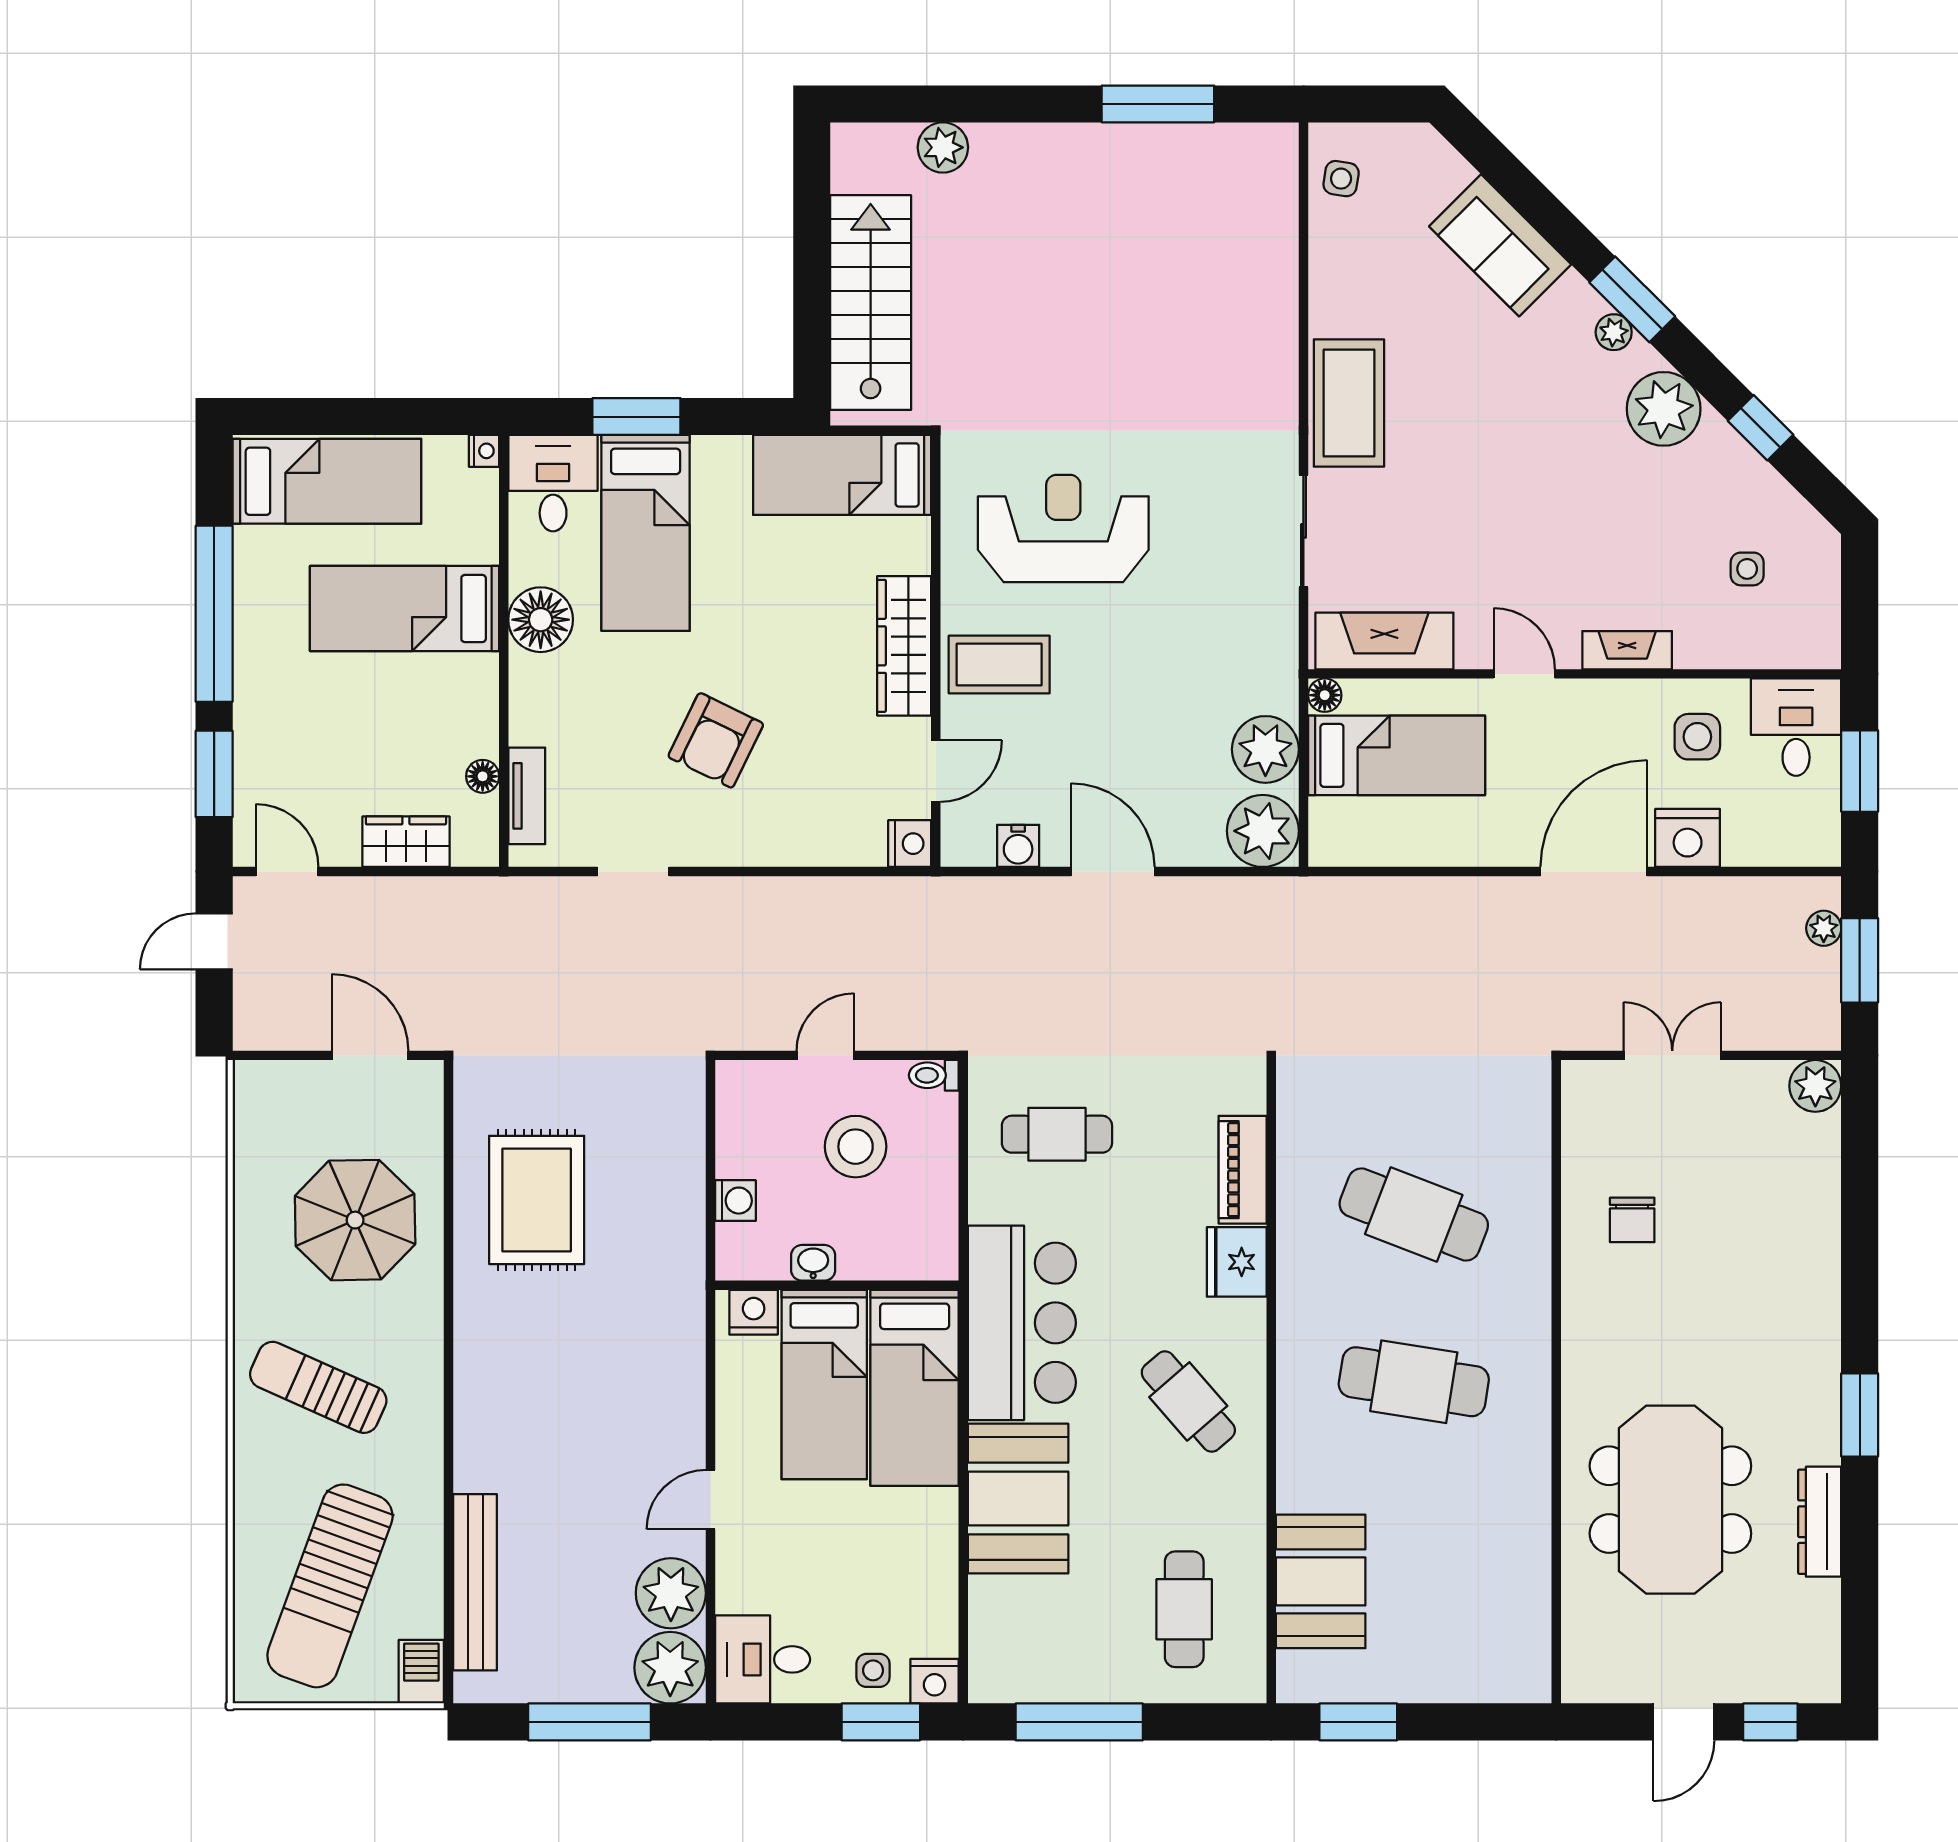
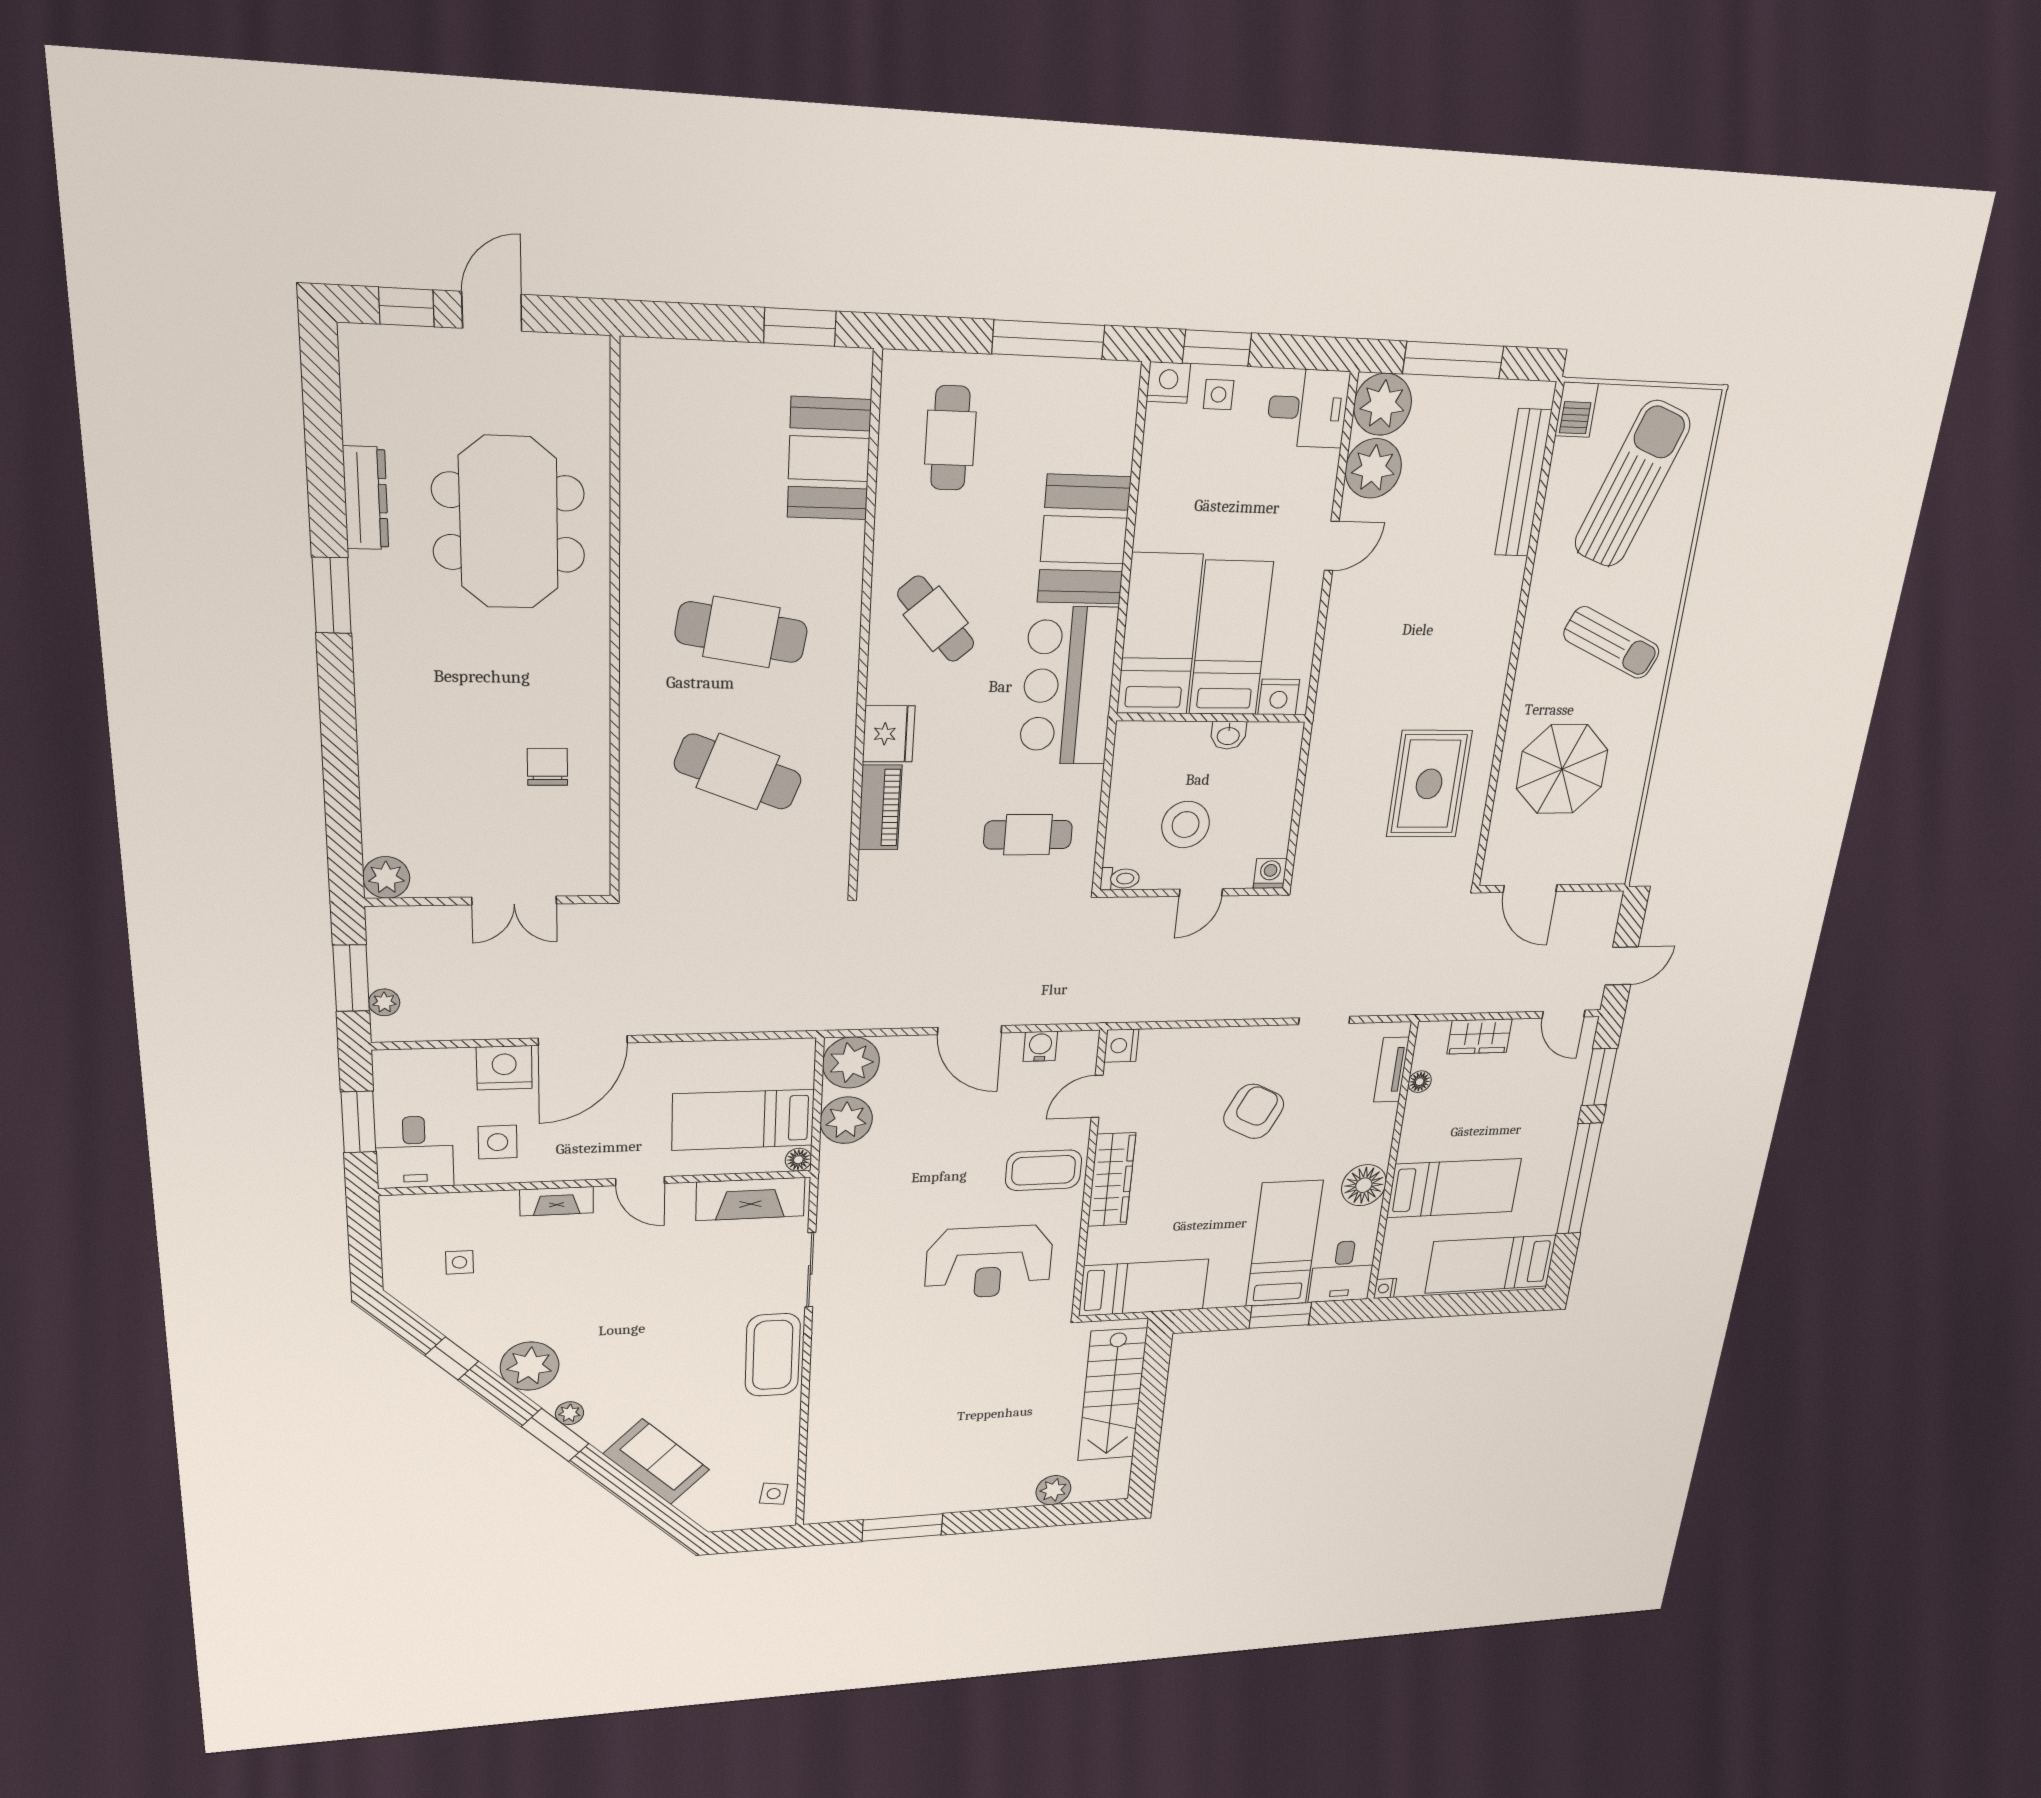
washing machine: (735, 1201) -> (1270, 873), moved, turned 90

